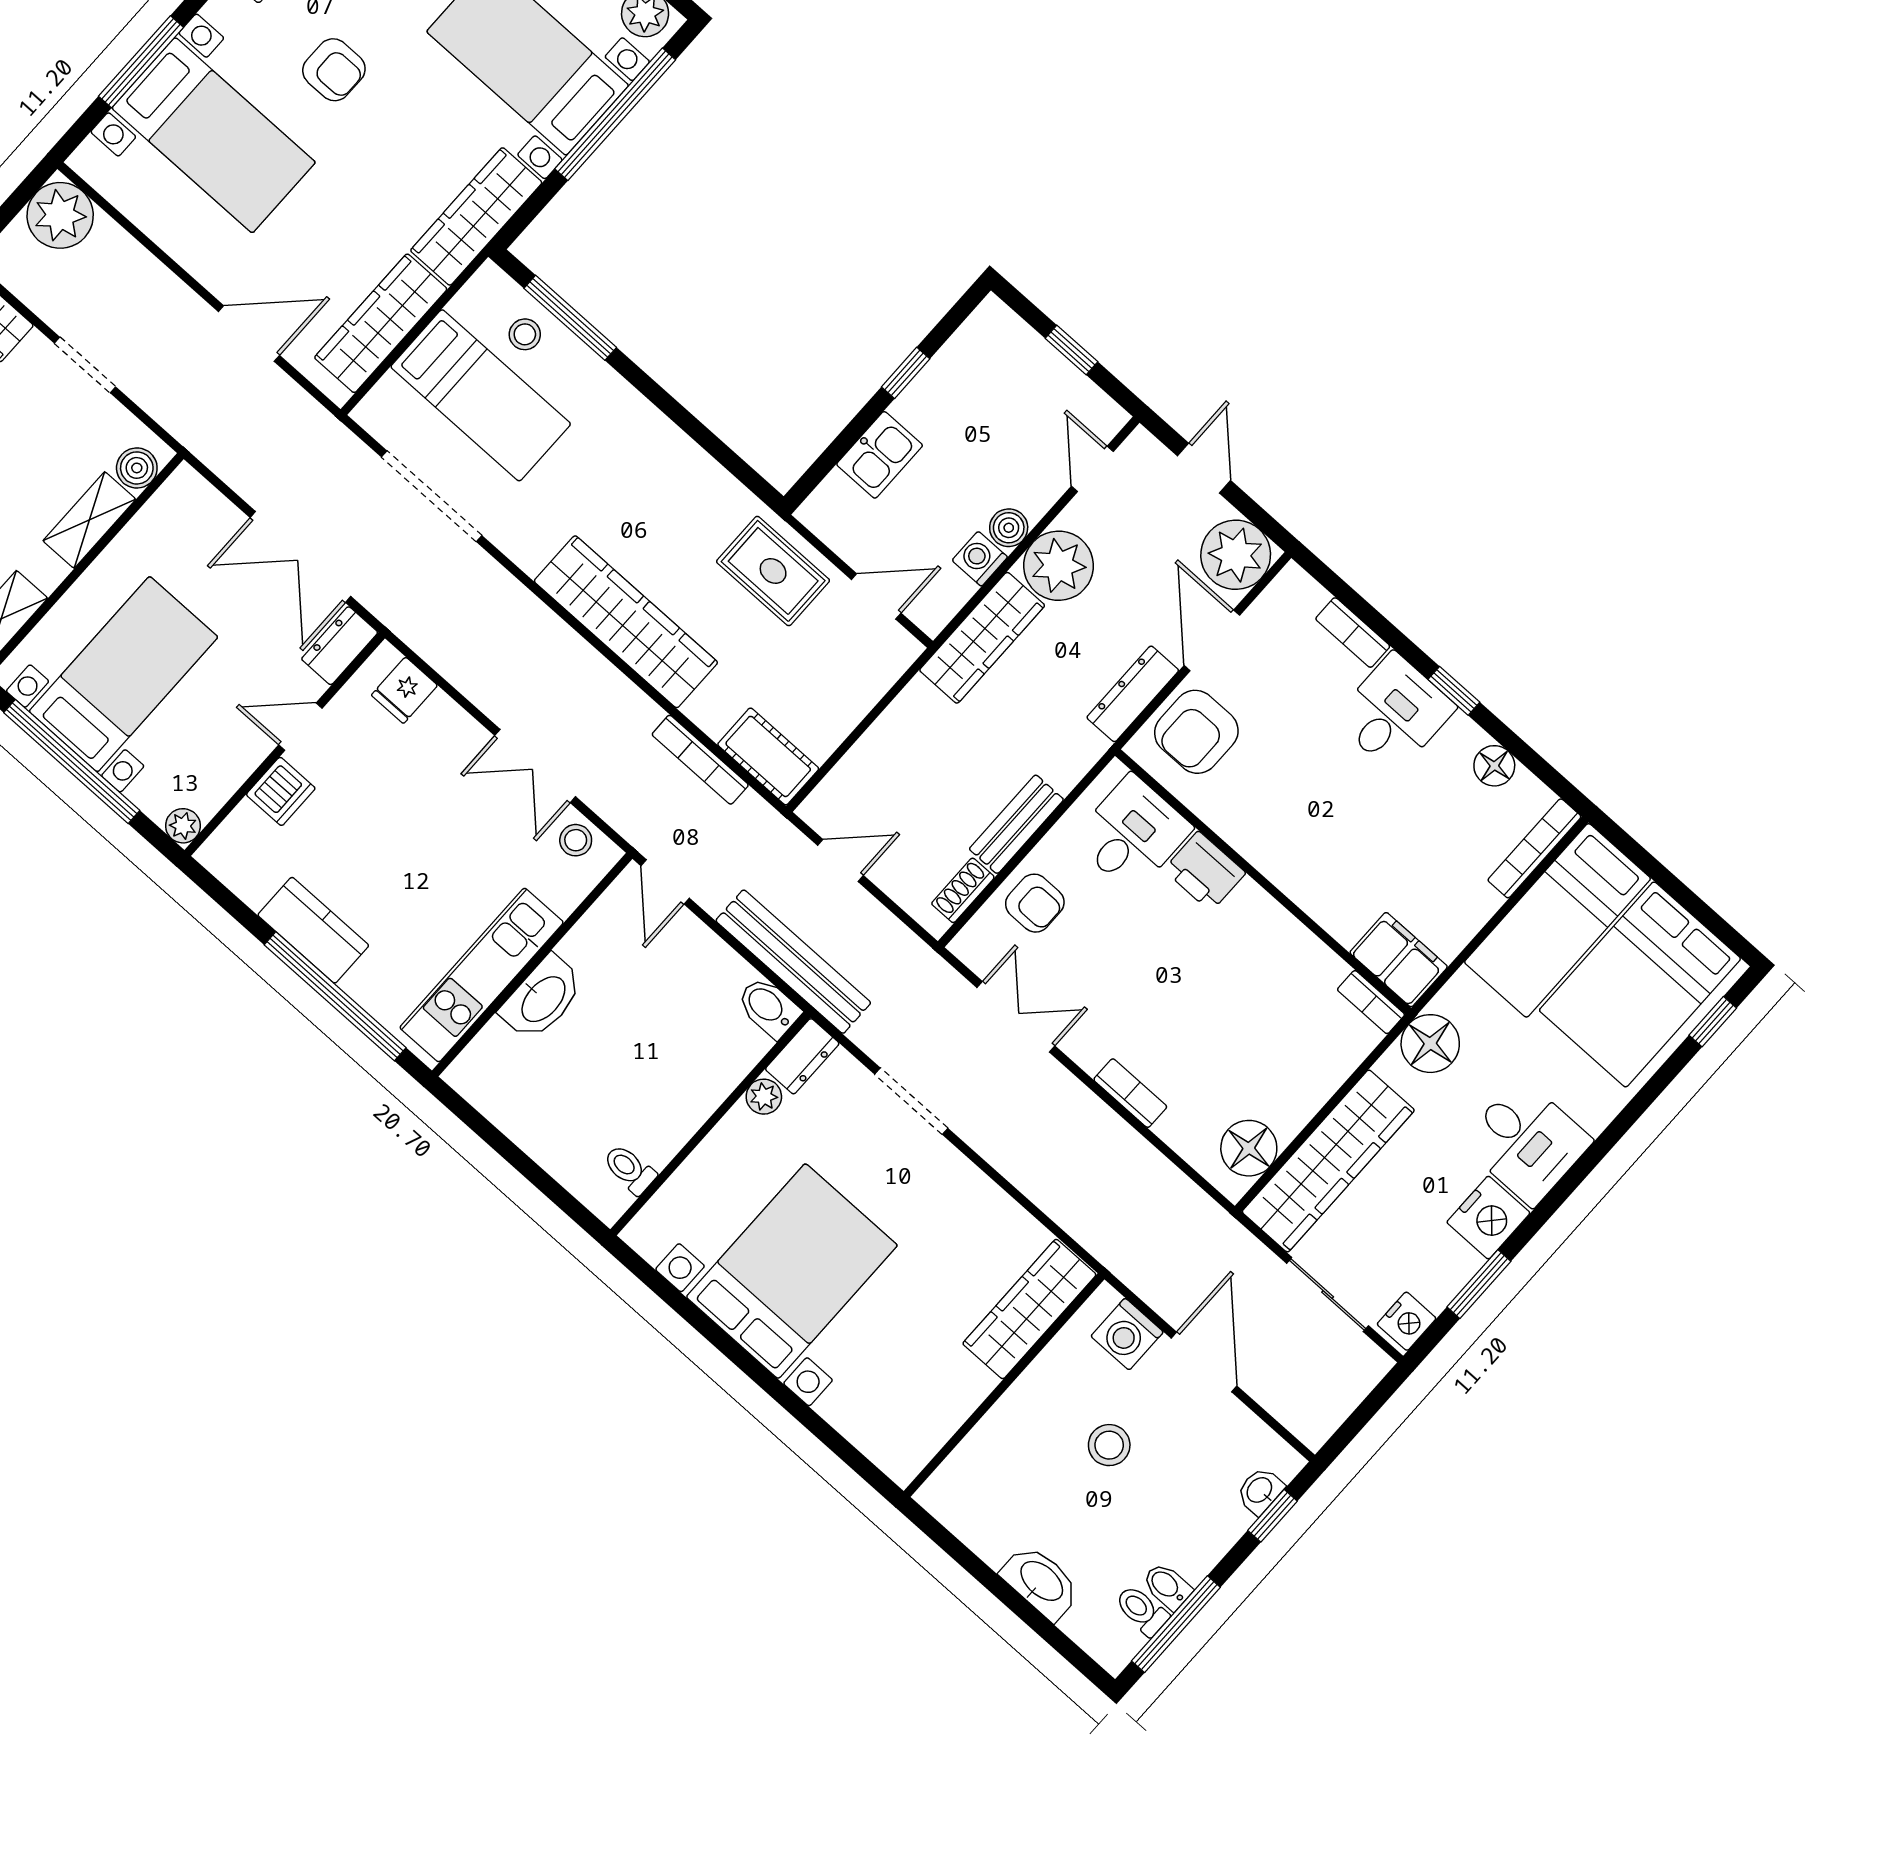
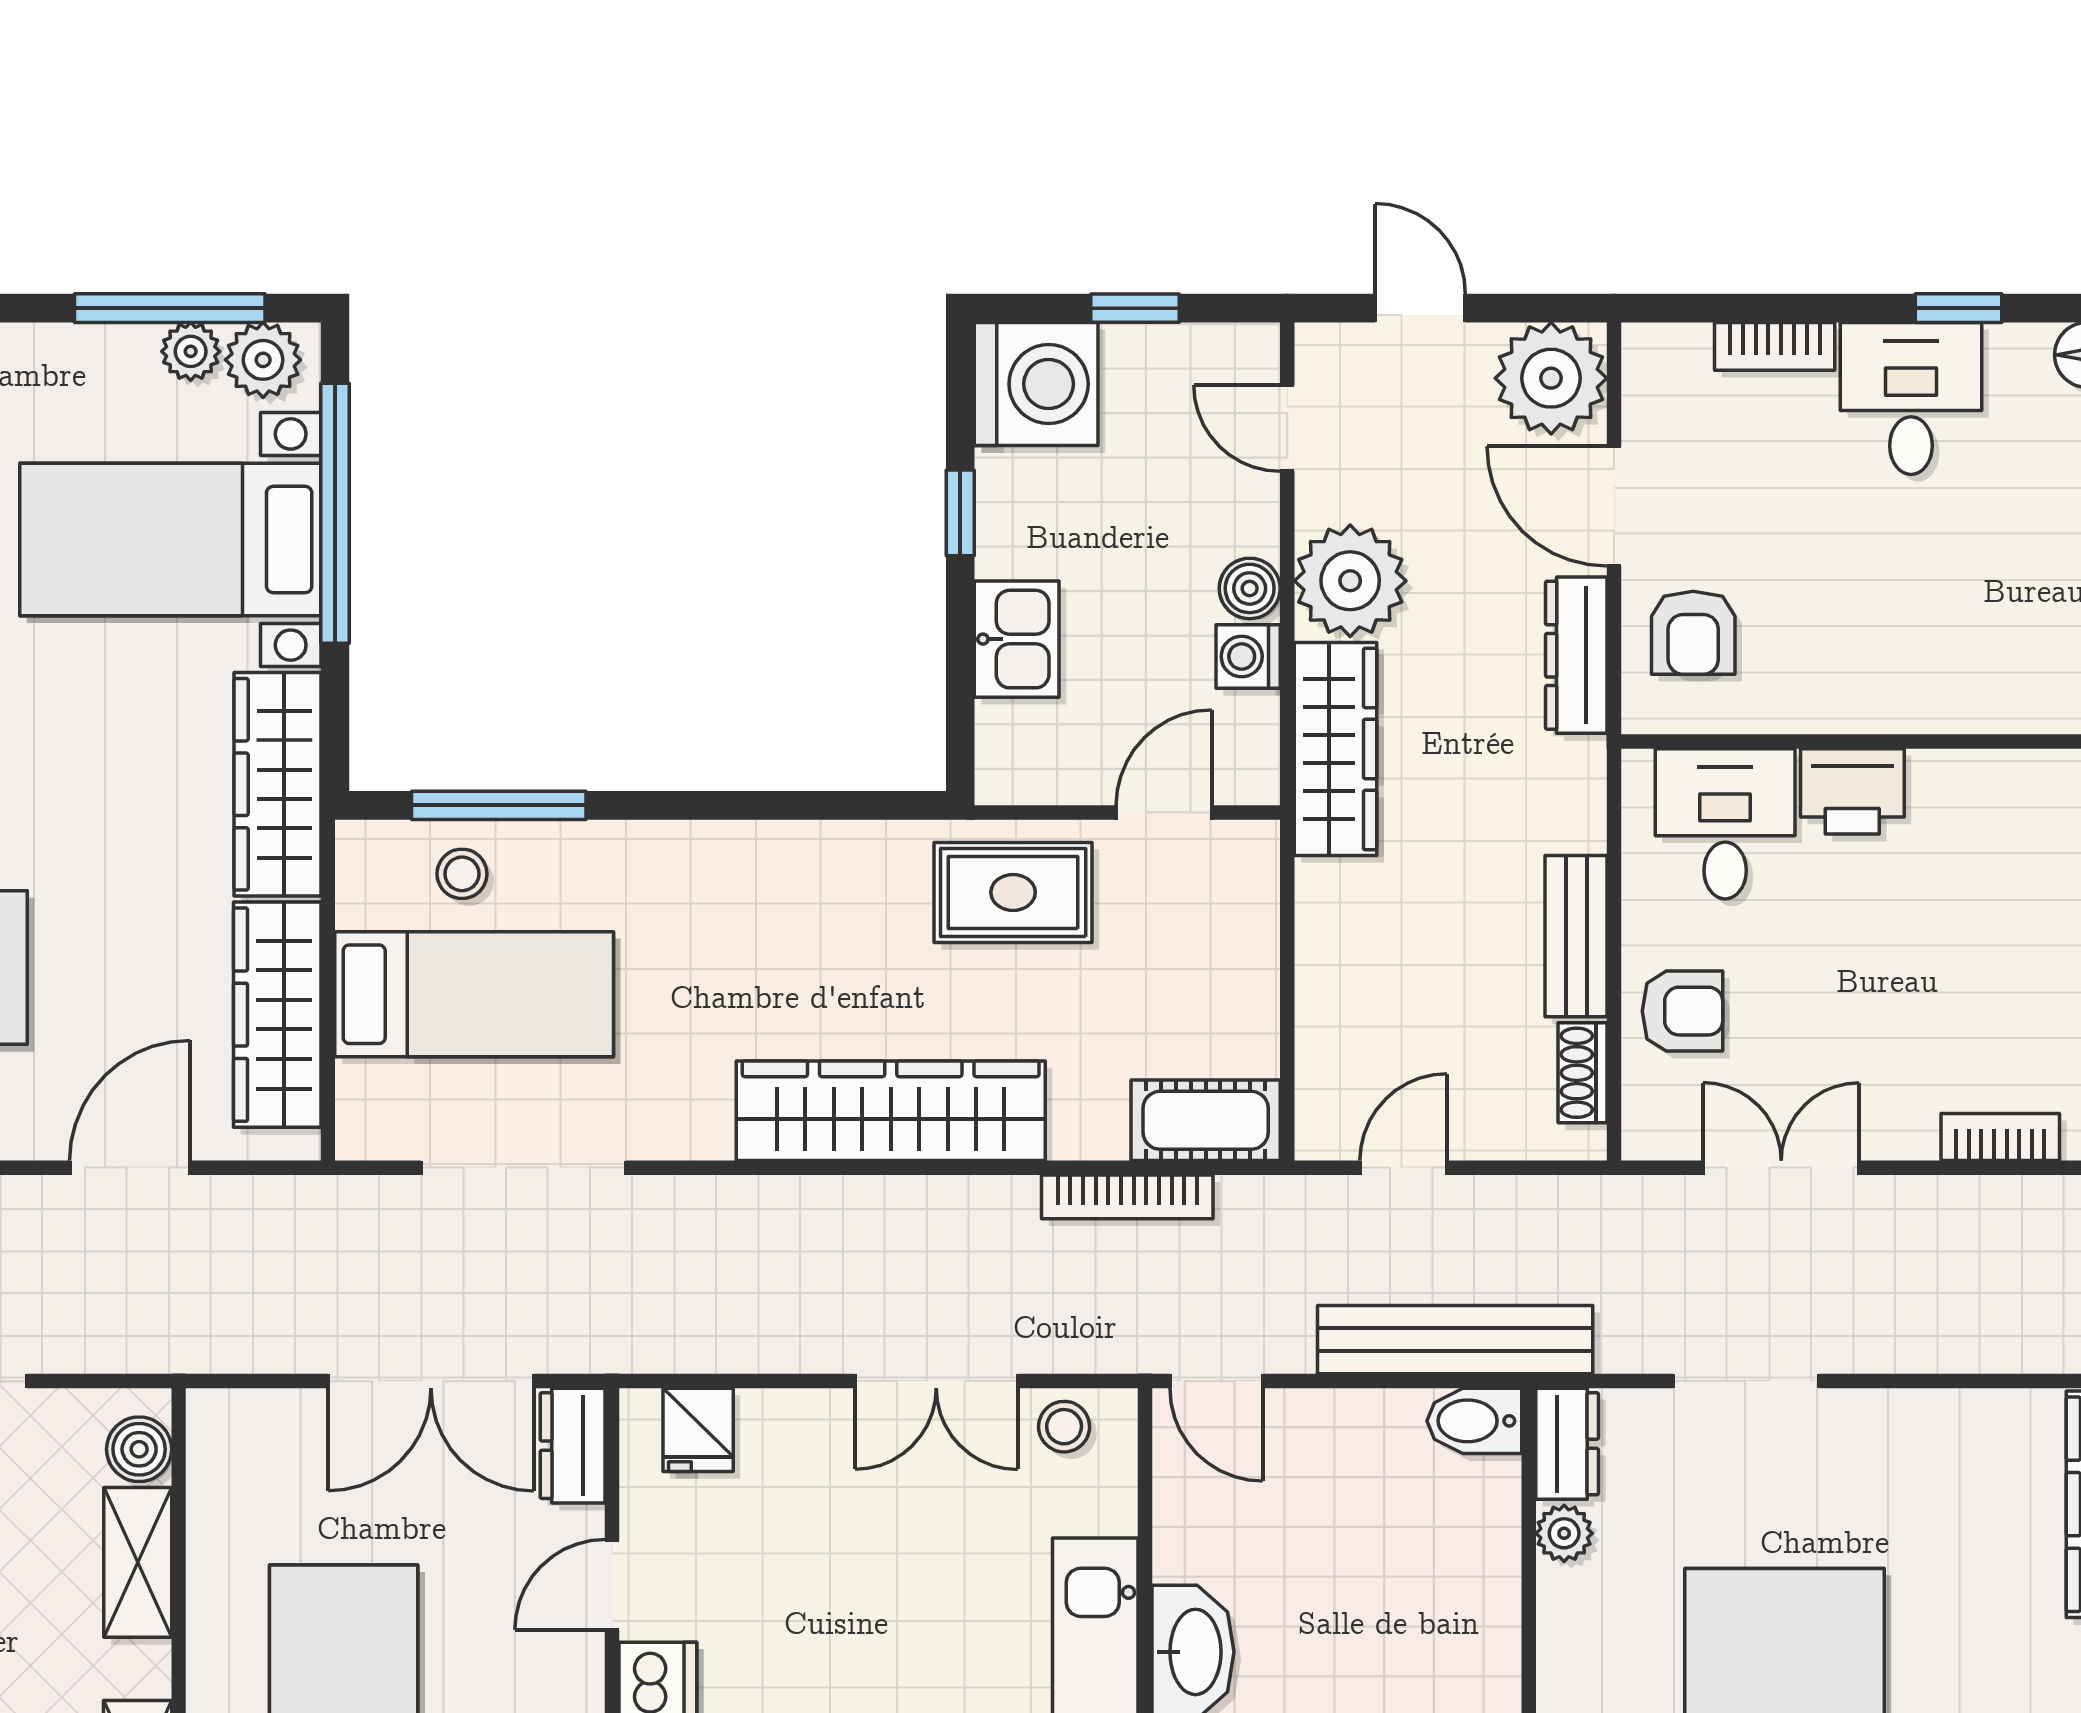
washing machine: (994, 344) -> (1036, 384), added
armchair: (1196, 732) -> (1693, 633), width x0.72, depth x0.72

